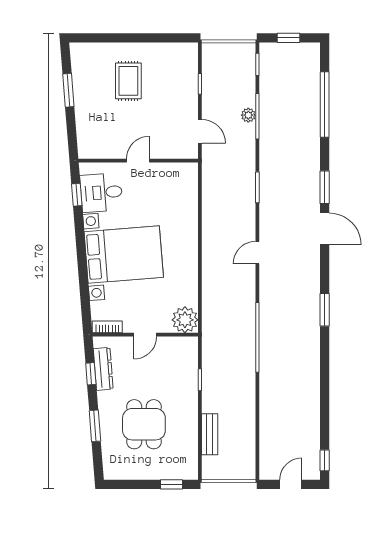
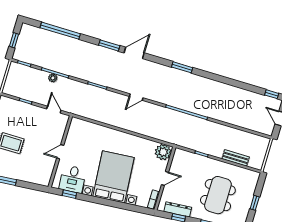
door: (200, 131) -> (54, 110), hinge flipped
door: (138, 161) -> (60, 152), hinge flipped
door: (257, 253) -> (136, 97), hinge flipped
door: (145, 335) -> (165, 178), hinge flipped
dining table: (144, 424) -> (218, 195), width x1.38
window: (171, 484) -> (255, 203), moved

